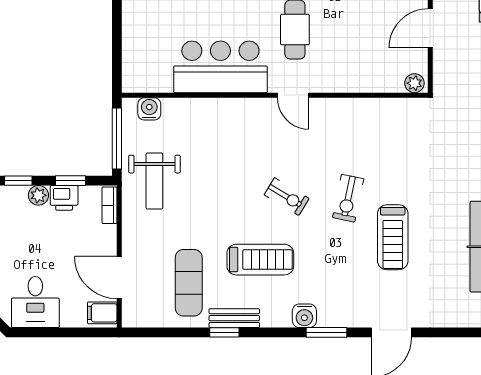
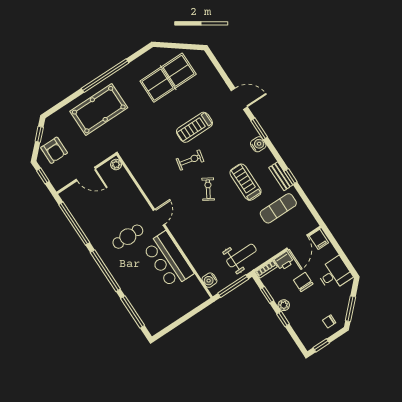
printer: (64, 198) -> (284, 261), moved, turned 90
treadmill: (393, 237) -> (194, 127), turned 180
chair: (54, 247) -> (303, 282), added

